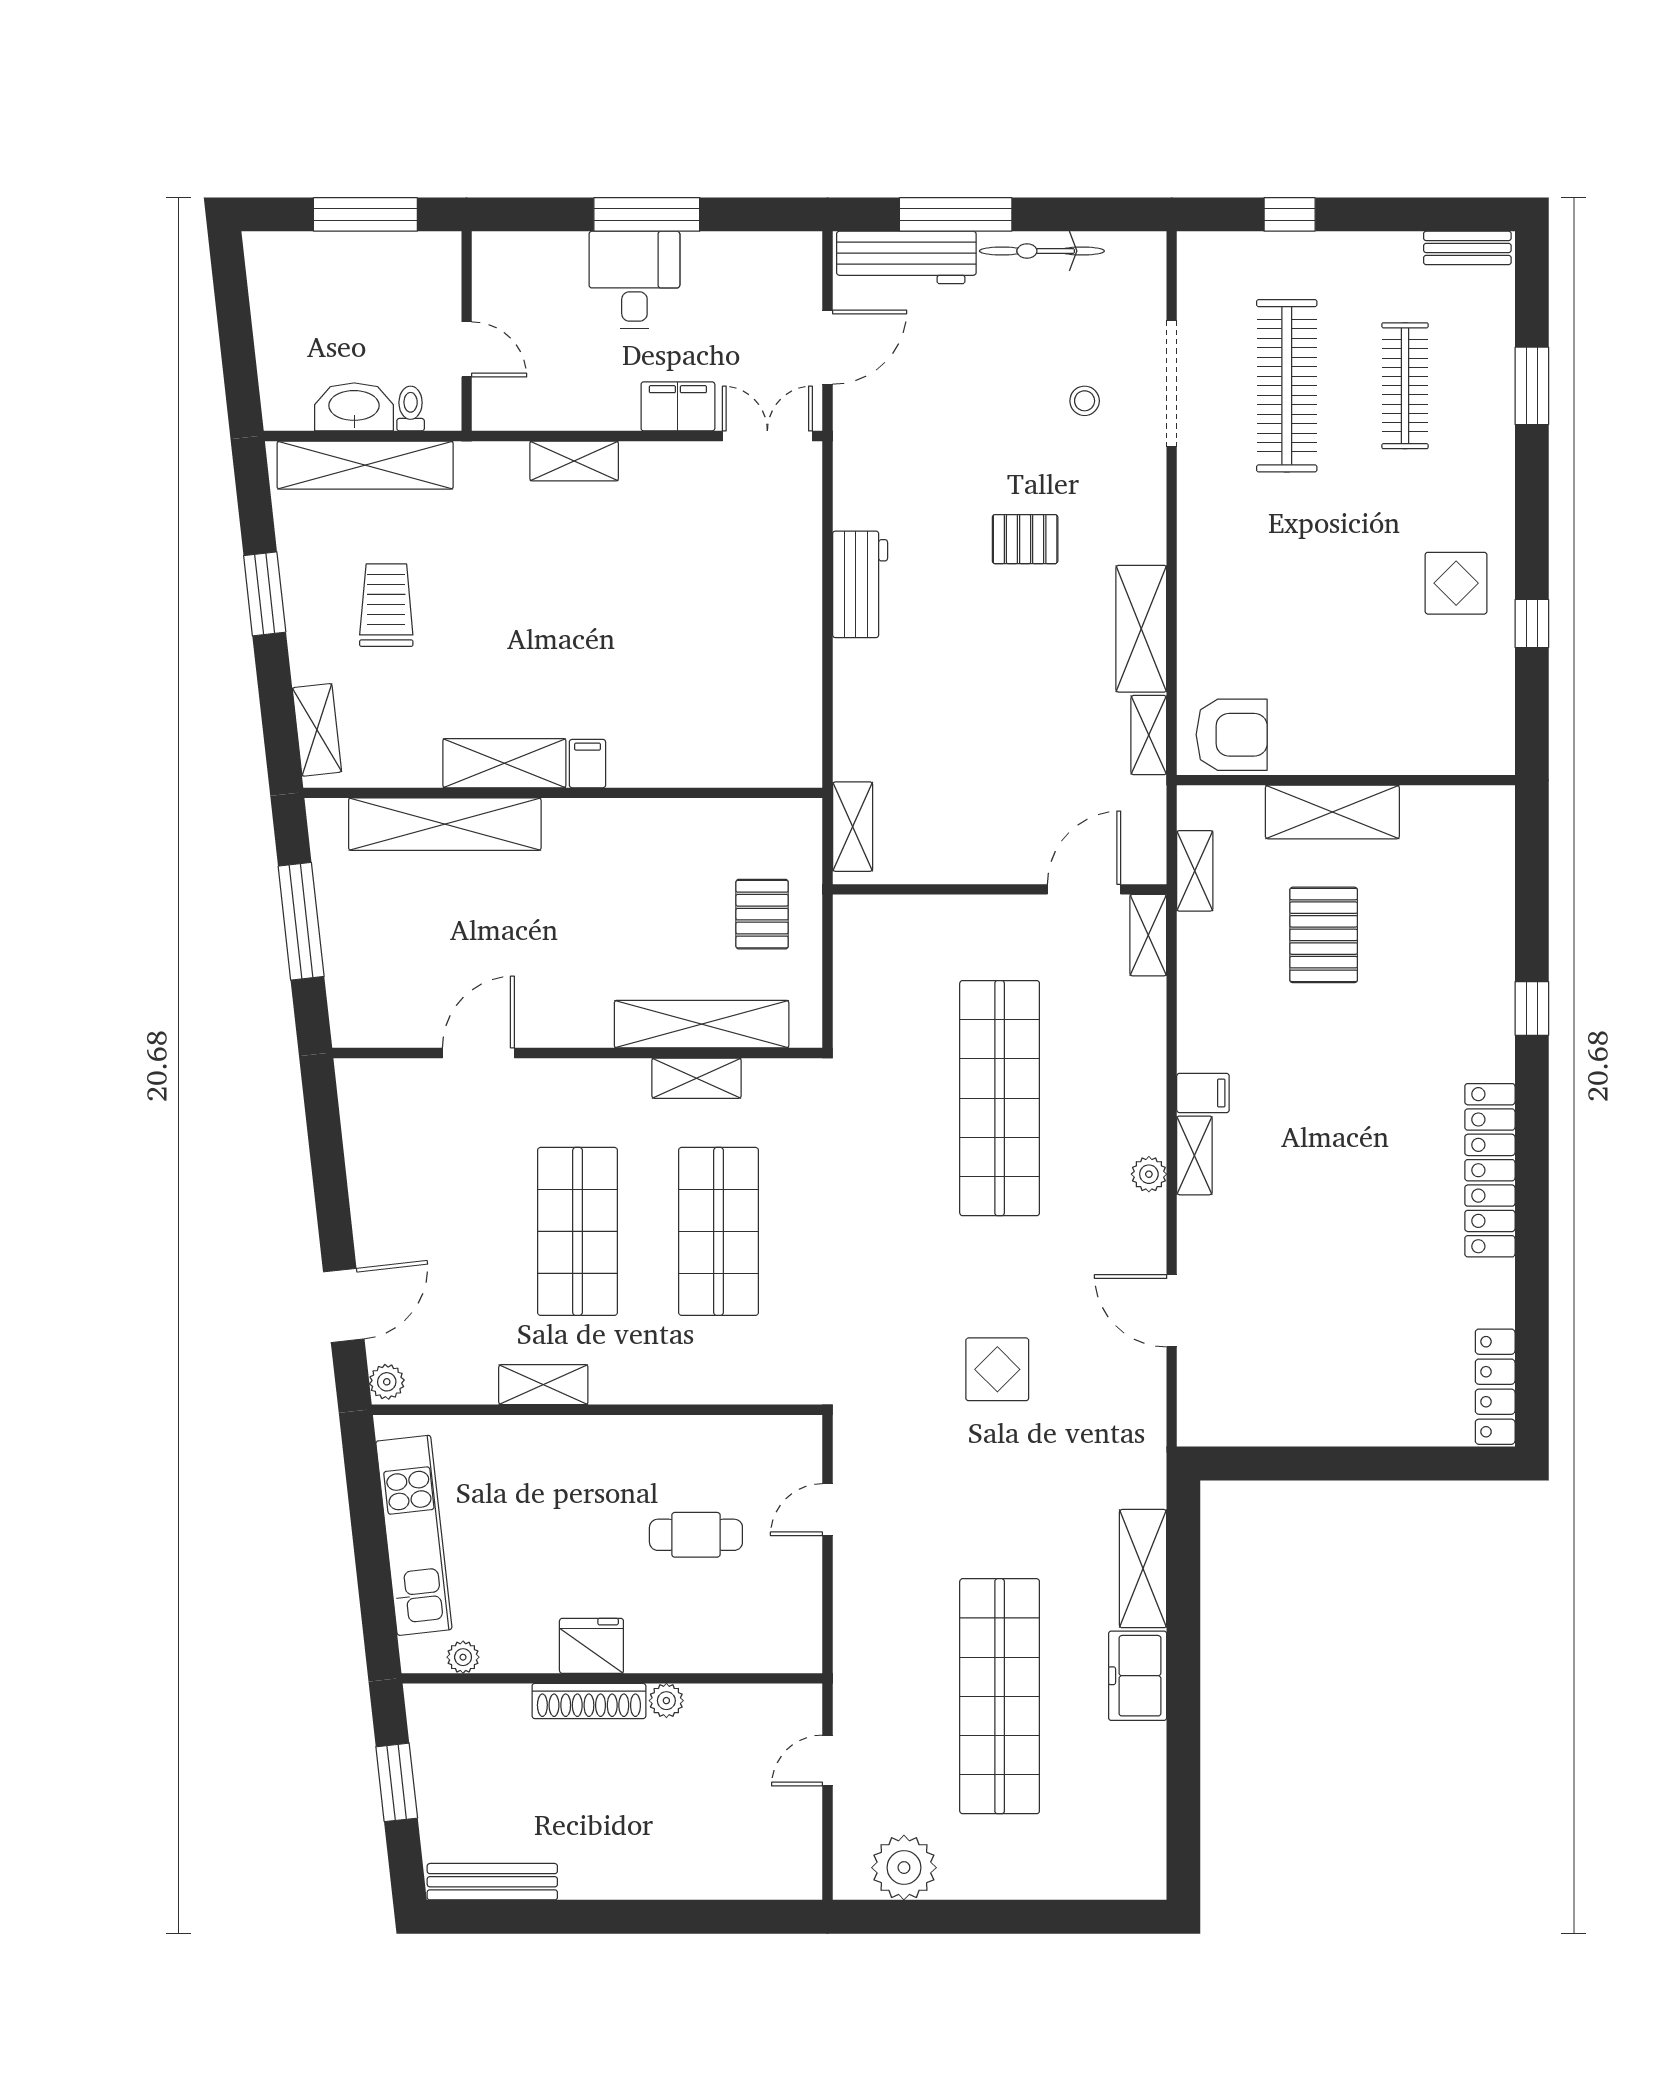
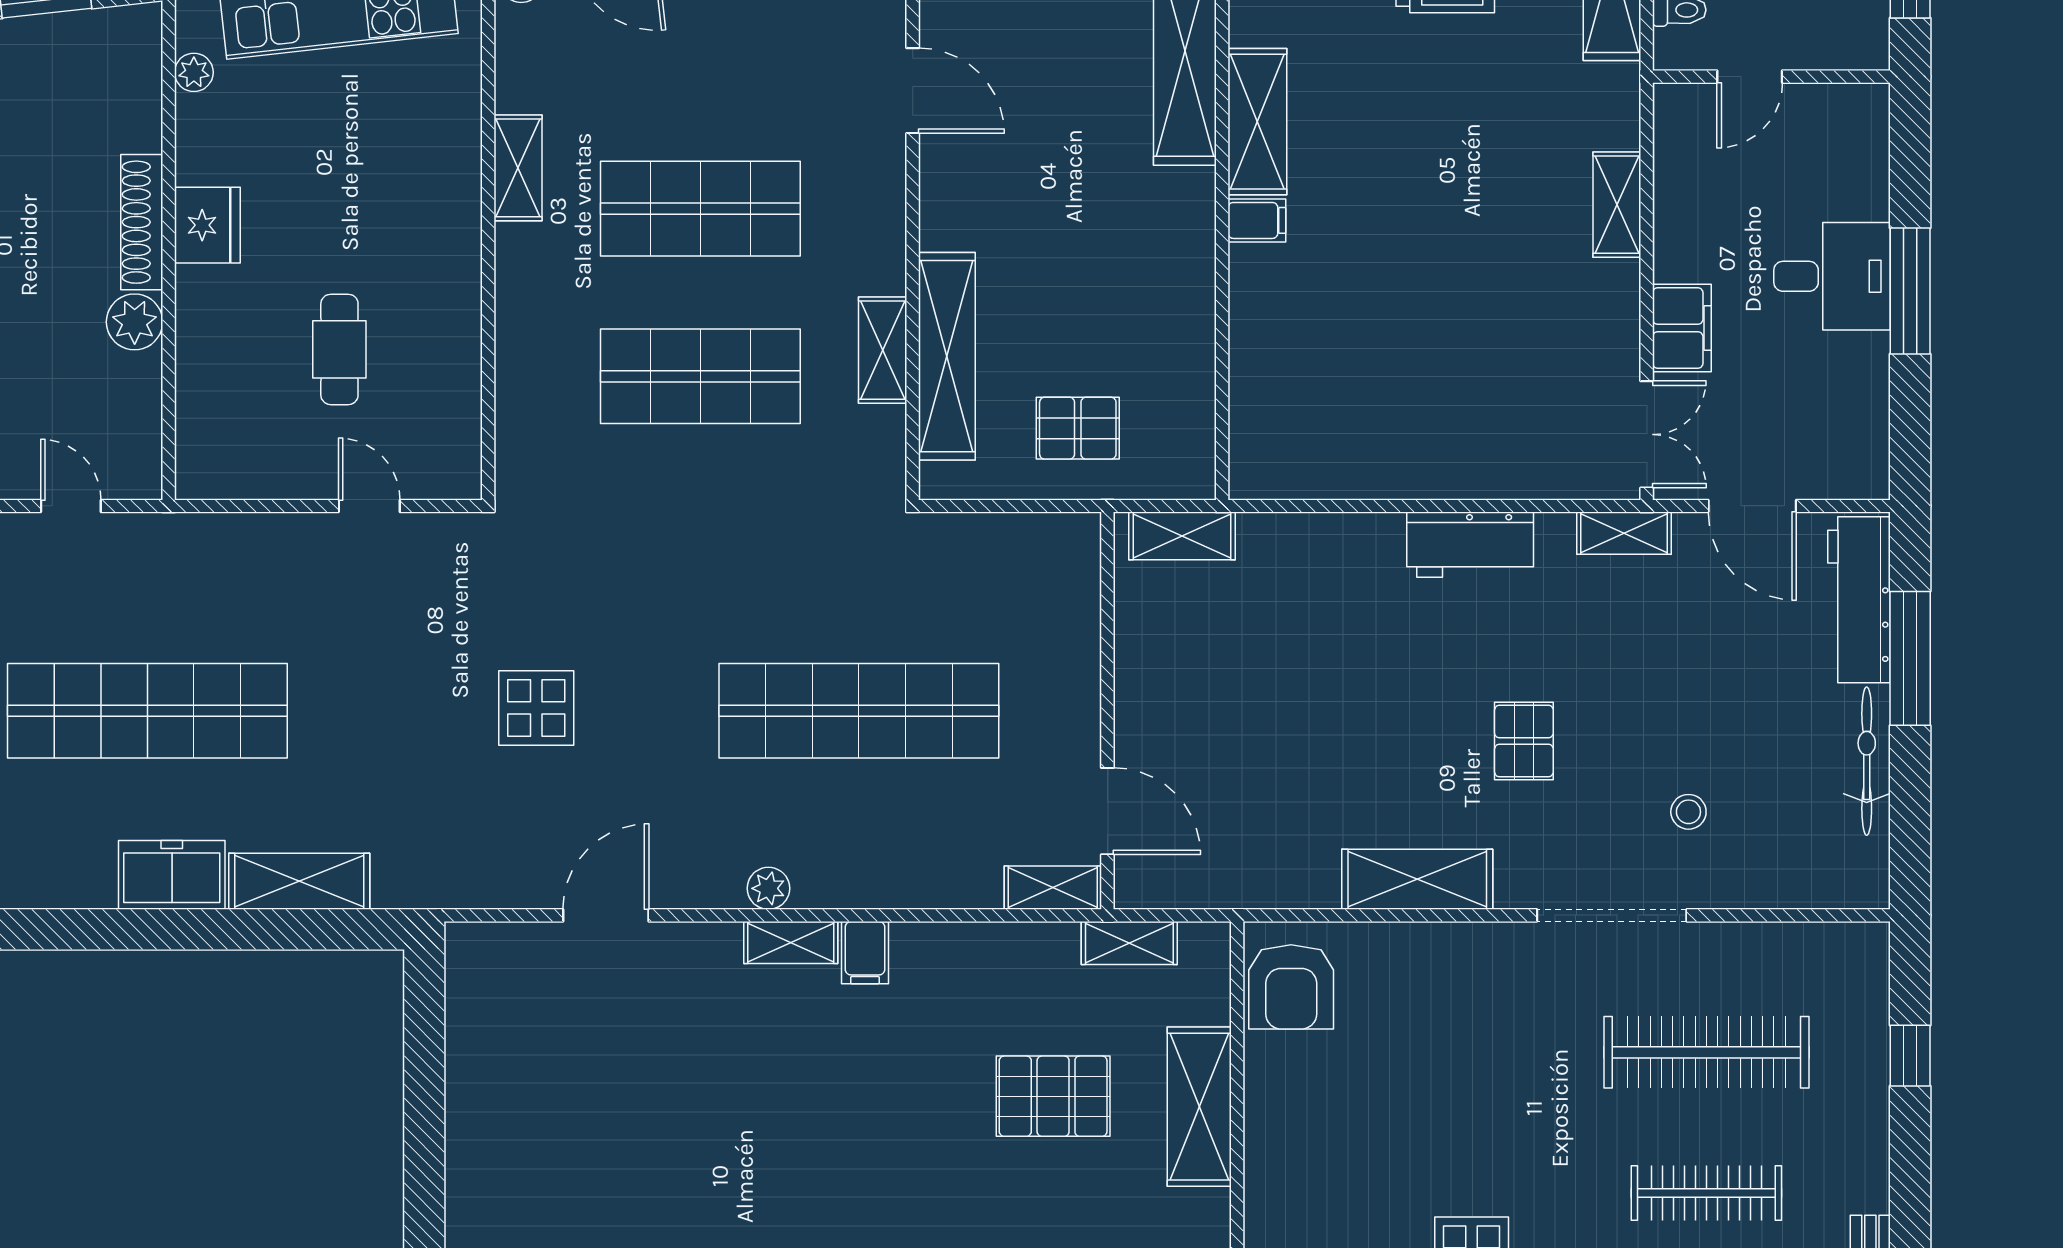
doorway: (1172, 383) -> (1612, 915), moved
shelving: (1149, 735) -> (1624, 533), moved
plant: (666, 1701) -> (135, 322), width x1.38, depth x1.38

